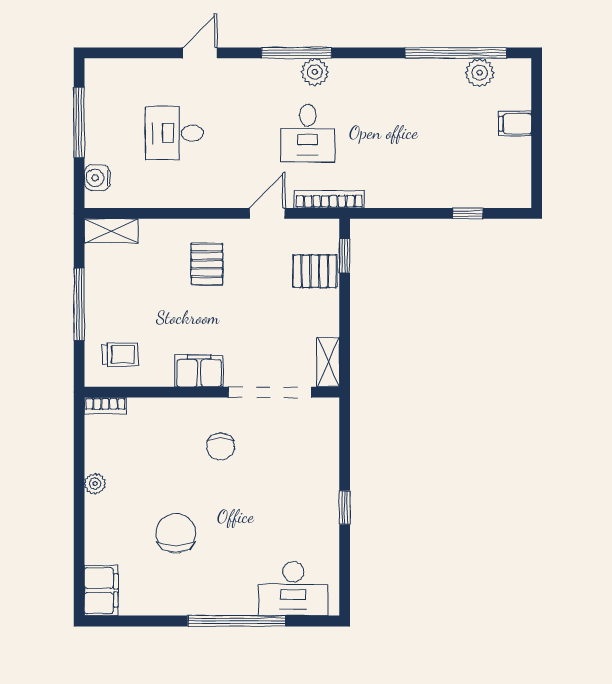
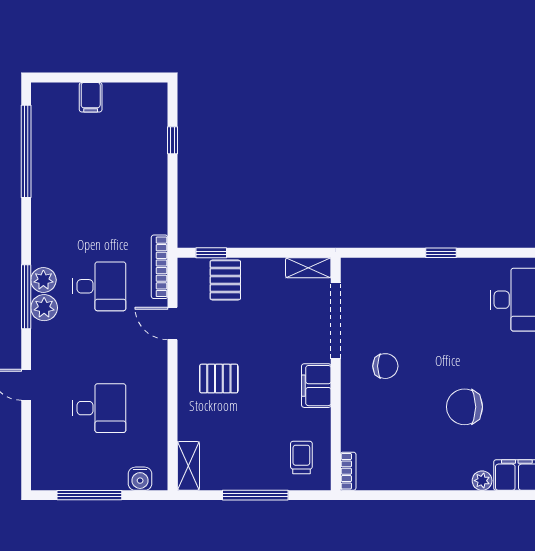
plant: (480, 73) -> (44, 308), moved
desk: (174, 133) -> (99, 408), turned -90
plant: (95, 484) -> (482, 481), moved

